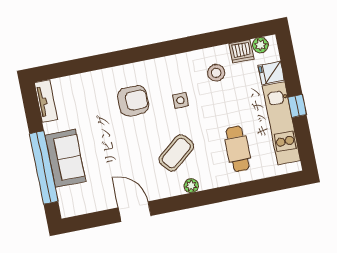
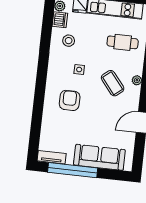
sofa: (65, 158) -> (99, 157), width x1.36
window: (44, 168) -> (73, 170), moved

